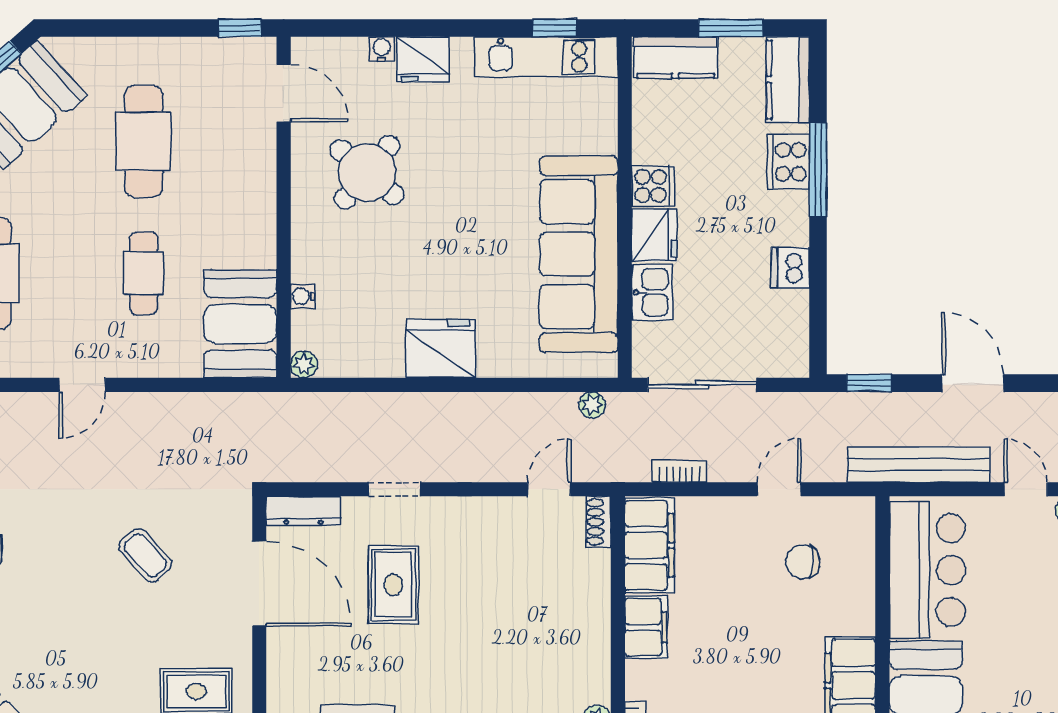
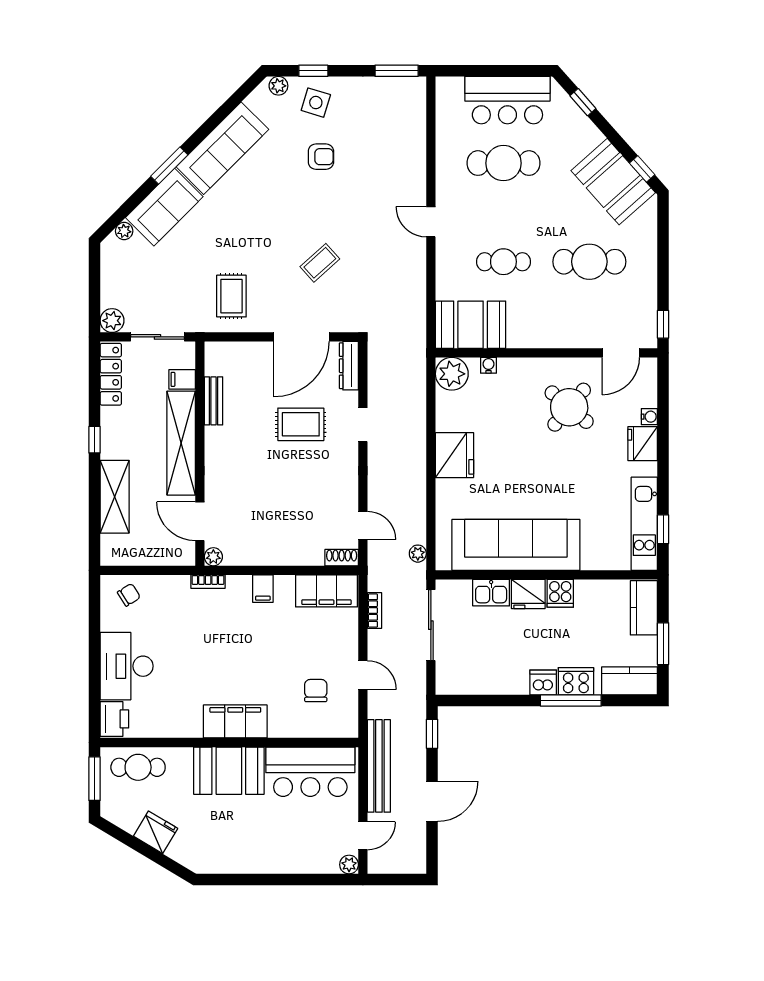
dishwasher: (790, 268) -> (543, 682), moved
plant: (304, 364) -> (452, 374), width x1.88, depth x1.88
filing cabinet: (646, 627) -> (263, 589), width x0.50

